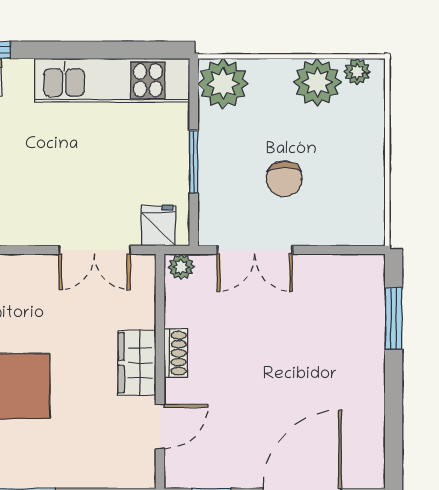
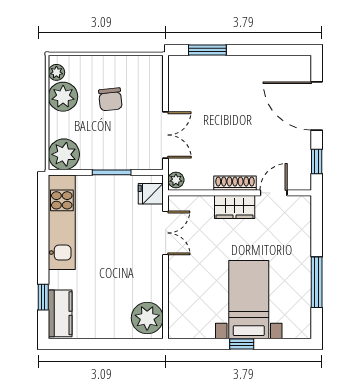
chair: (284, 179) -> (110, 99), moved, turned 84
shoe rack: (176, 353) -> (235, 183), width x1.43
door: (160, 427) -> (274, 193), hinge flipped

